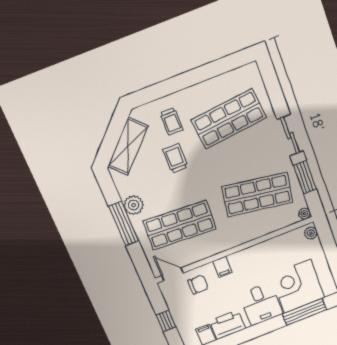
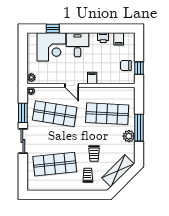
door: (173, 274) -> (72, 86), moved
chair: (198, 285) -> (126, 65), moved
window: (304, 312) -> (53, 29), width x0.46
window: (166, 321) -> (139, 68), moved
printer: (227, 325) -> (103, 38), width x0.53, depth x0.68

